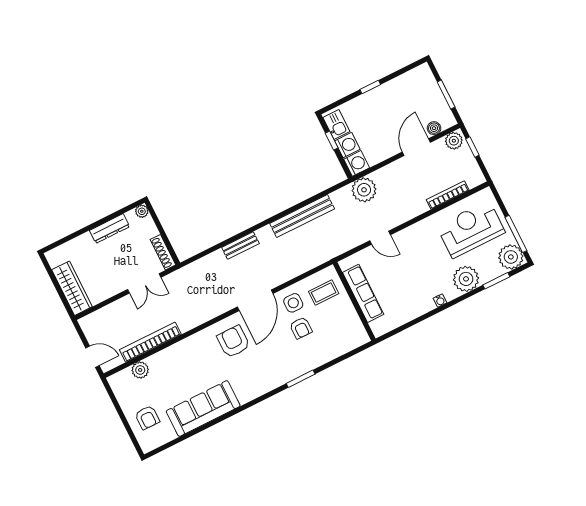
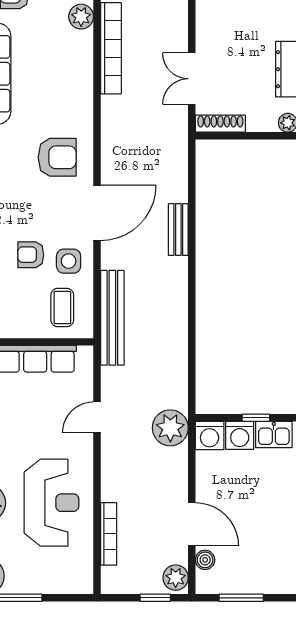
bench: (302, 216) -> (112, 318), moved
reception desk: (471, 229) -> (51, 503), moved
door: (255, 300) -> (97, 213), swing flipped

